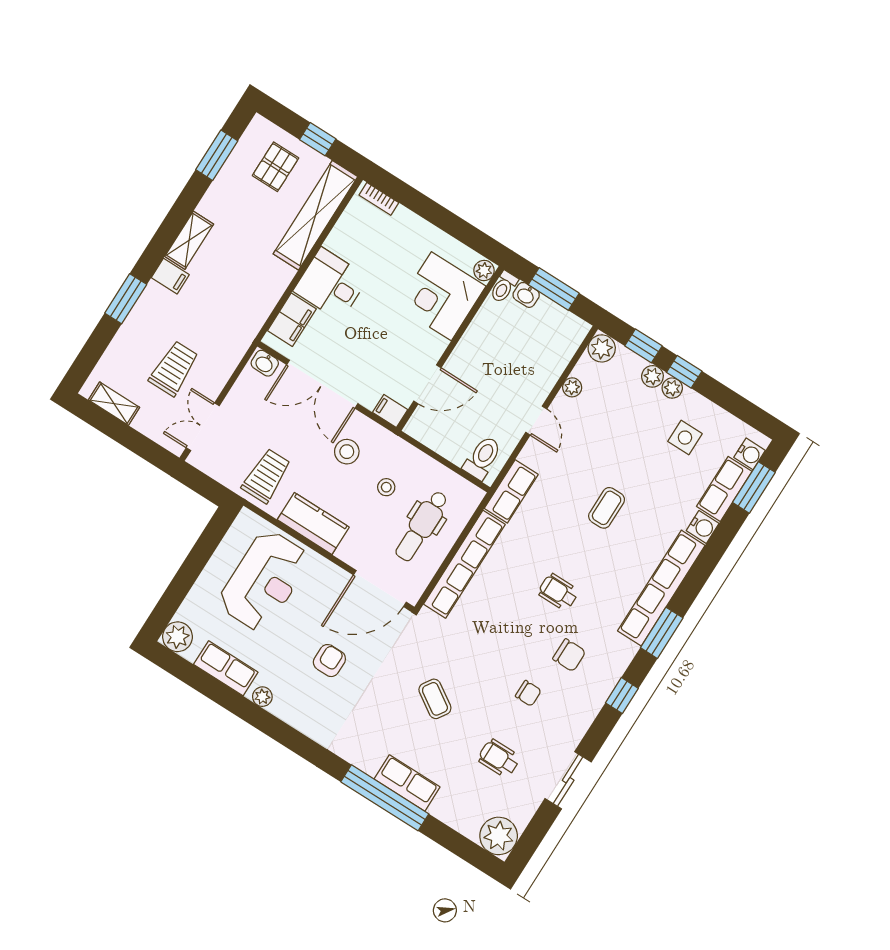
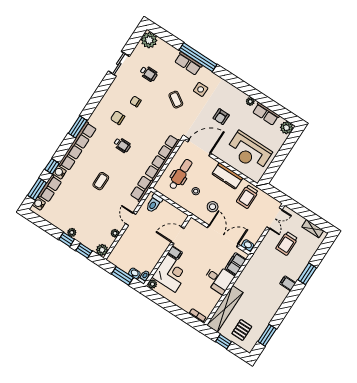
shelving: (189, 240) -> (279, 299), removed
plant: (652, 376) -> (80, 238), removed
filing cabinet: (390, 411) -> (175, 253), moved
side table: (685, 438) -> (201, 89), moved
reception desk: (264, 581) -> (249, 151), turned -90
window: (622, 696) -> (52, 166), moved

